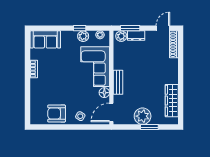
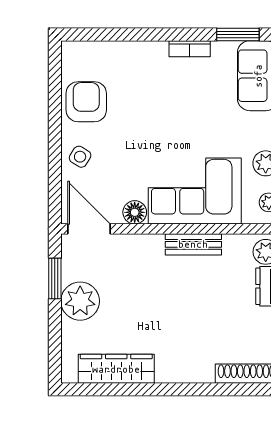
window: (28, 48) -> (238, 34), added
bench: (118, 82) -> (193, 244), moved
window: (149, 127) -> (55, 279), moved

